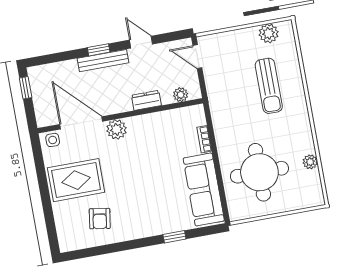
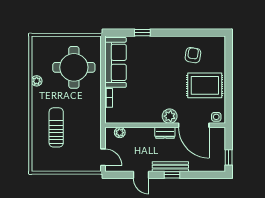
plant: (269, 33) -> (50, 165), removed
dresser: (146, 100) -> (165, 133), moved
plant: (310, 162) -> (37, 81), moved

